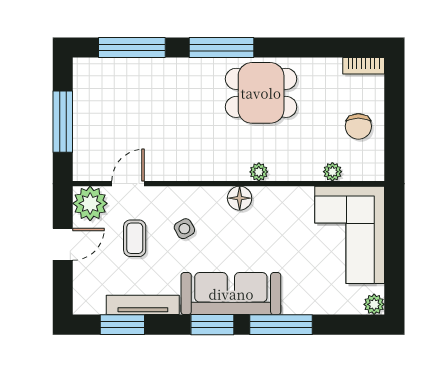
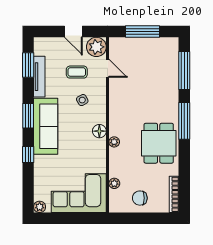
bookcase: (364, 66) -> (174, 194), width x1.56
window: (281, 325) -> (28, 154), width x0.46

